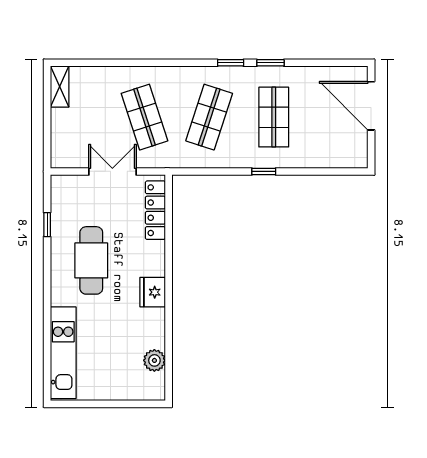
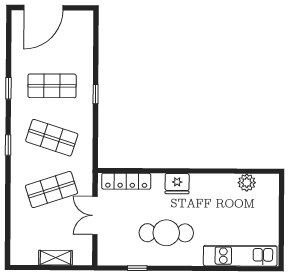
window: (231, 63) -> (8, 145), moved
shelving: (60, 87) -> (55, 258), moved
fridge: (153, 292) -> (177, 184), moved

